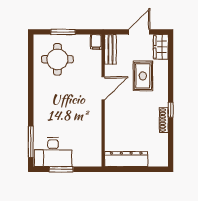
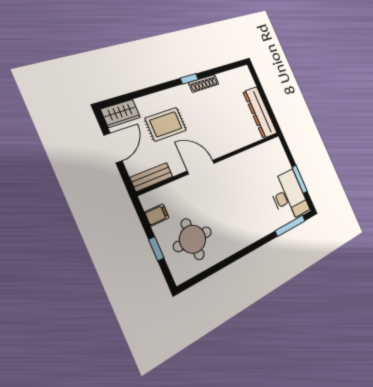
window: (63, 32) -> (156, 249), width x0.67
door: (139, 32) -> (113, 148), swing flipped
filing cabinet: (96, 42) -> (157, 215), moved

